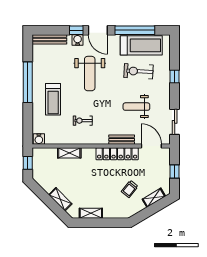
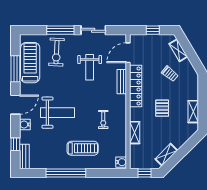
window: (76, 30) -> (15, 144), moved
window: (135, 30) -> (15, 69), width x0.68
bench: (49, 39) -> (24, 156), width x0.73
exercise bike: (138, 71) -> (56, 52), moved
window: (175, 77) -> (60, 30), width x2.17
sliding door: (175, 122) -> (93, 30), moved
pallet: (94, 181) -> (162, 108), added
shelving: (60, 199) -> (166, 155), moved

